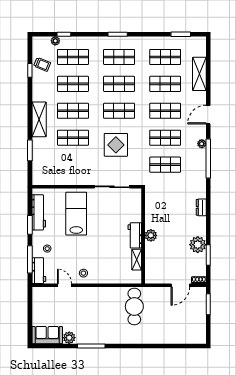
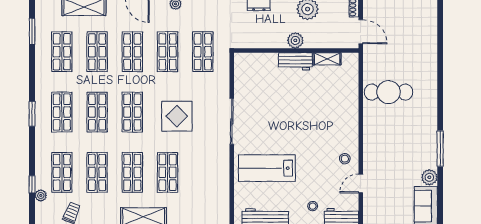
workbench: (135, 235) -> (295, 61), moved
plant: (151, 235) -> (295, 40), moved
wall: (143, 236) -> (296, 50), moved
shelving: (137, 260) -> (327, 59), moved

